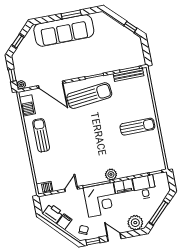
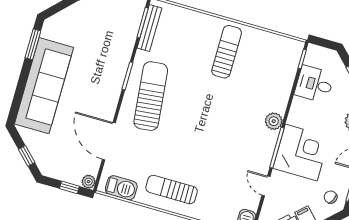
window: (71, 14) -> (33, 44), moved
door: (51, 85) -> (109, 141), swing flipped
filing cabinet: (124, 186) -> (298, 112), removed

